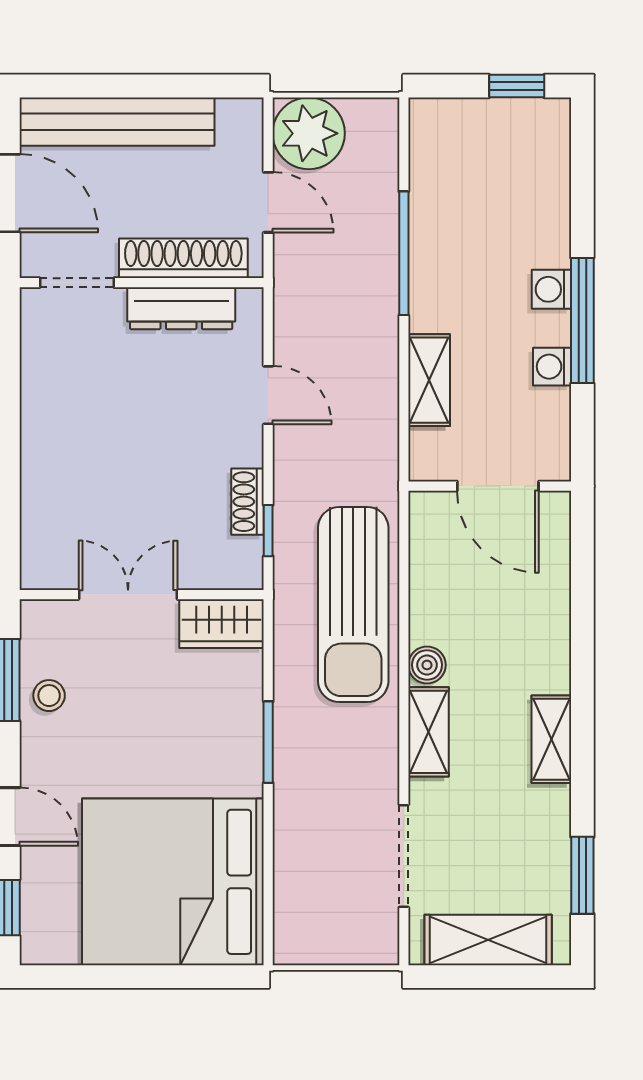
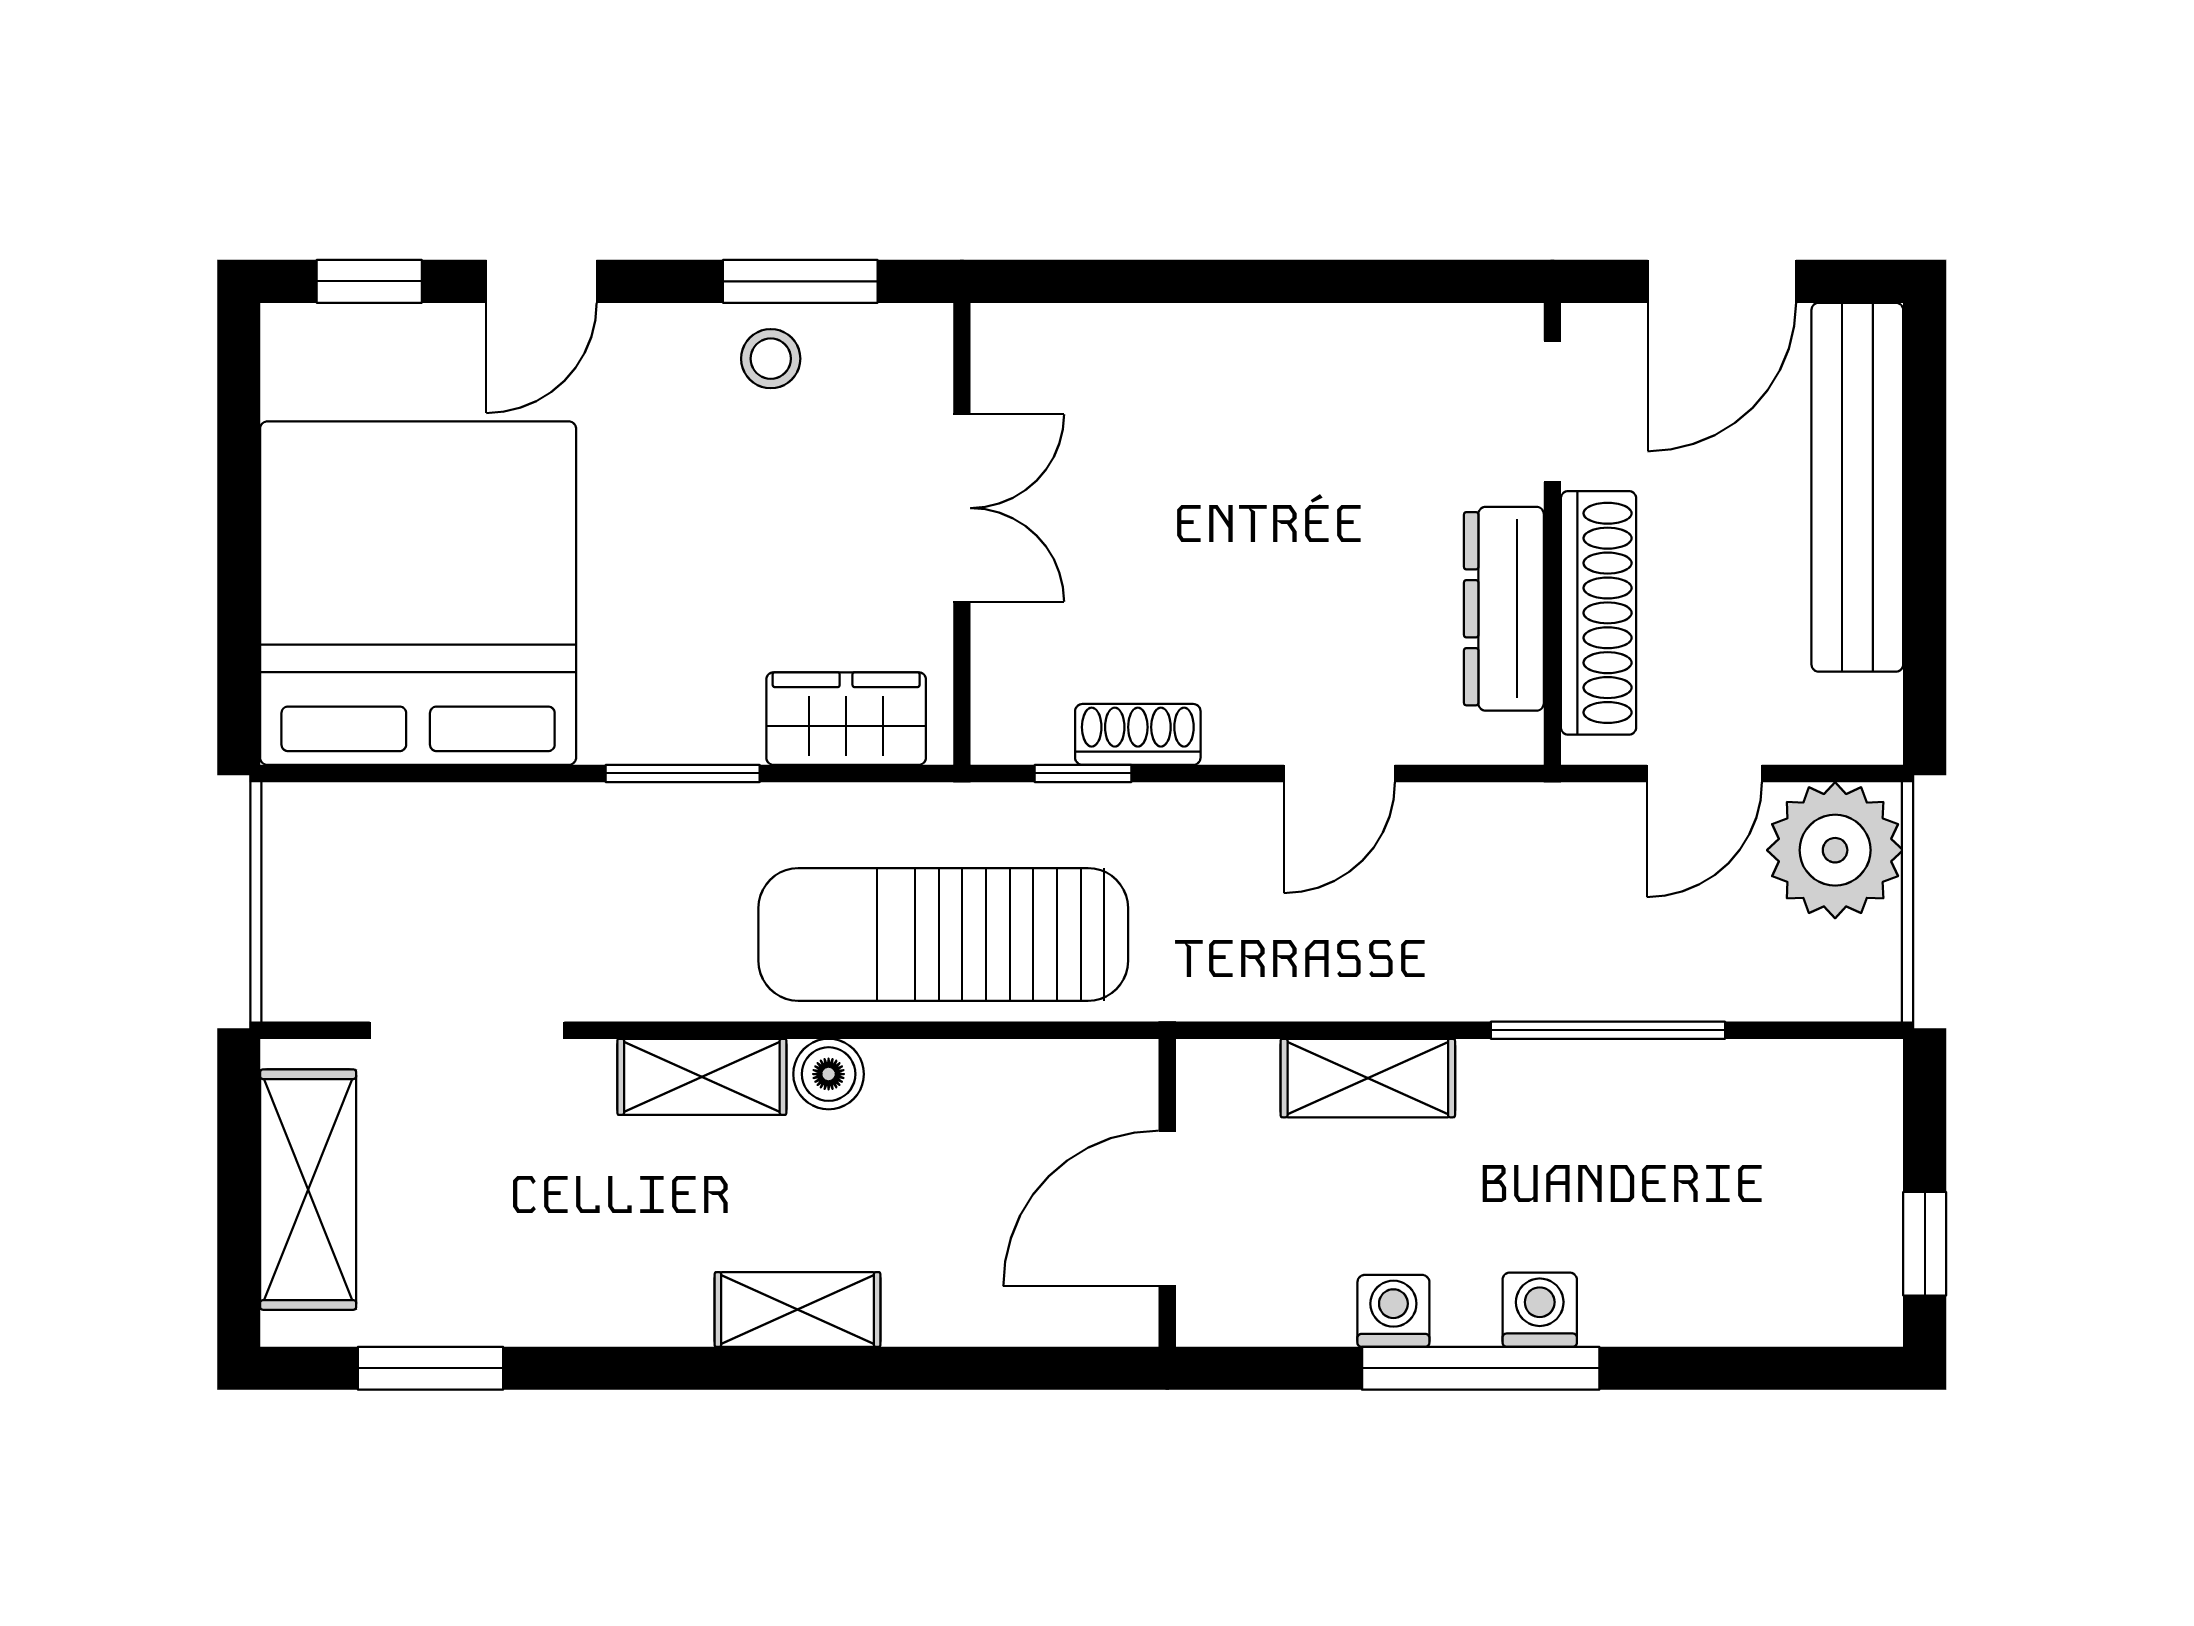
wardrobe: (222, 624) -> (846, 719), moved, turned 90
shelving: (551, 739) -> (798, 1310), moved

